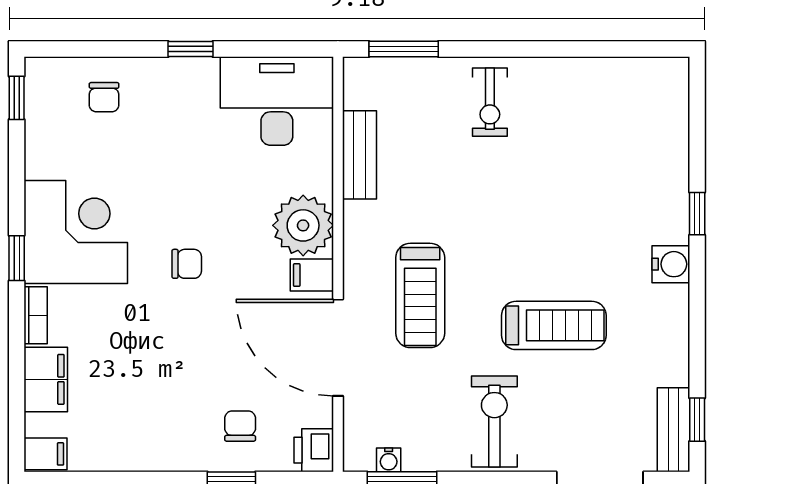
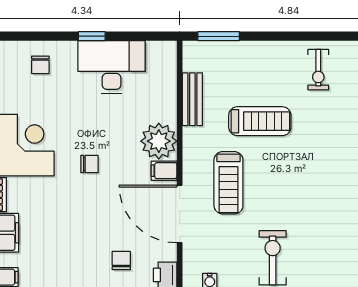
desk: (277, 101) -> (112, 67), moved
exercise bike: (490, 102) -> (318, 70), moved
treadmill: (554, 325) -> (260, 121), moved

